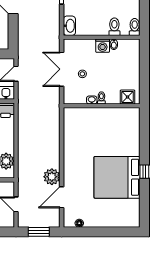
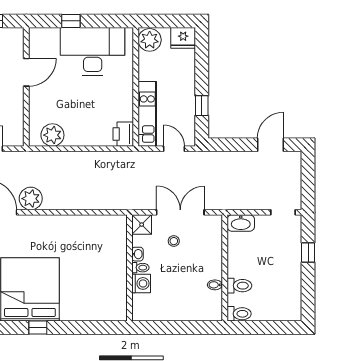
washing machine: (103, 46) -> (141, 283), moved, turned 180
shower: (128, 97) -> (142, 225), moved

